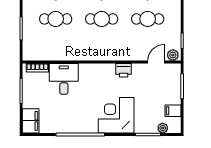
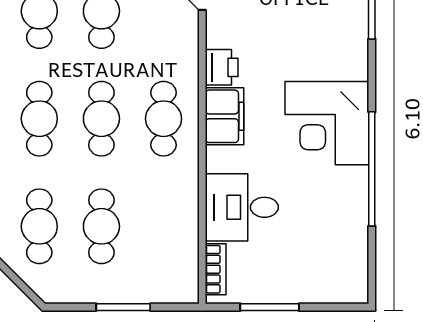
cafe table: (102, 45) -> (164, 119), added
corner desk: (116, 115) -> (327, 123), moved
filing cabinet: (31, 121) -> (225, 116), moved, turned 90

